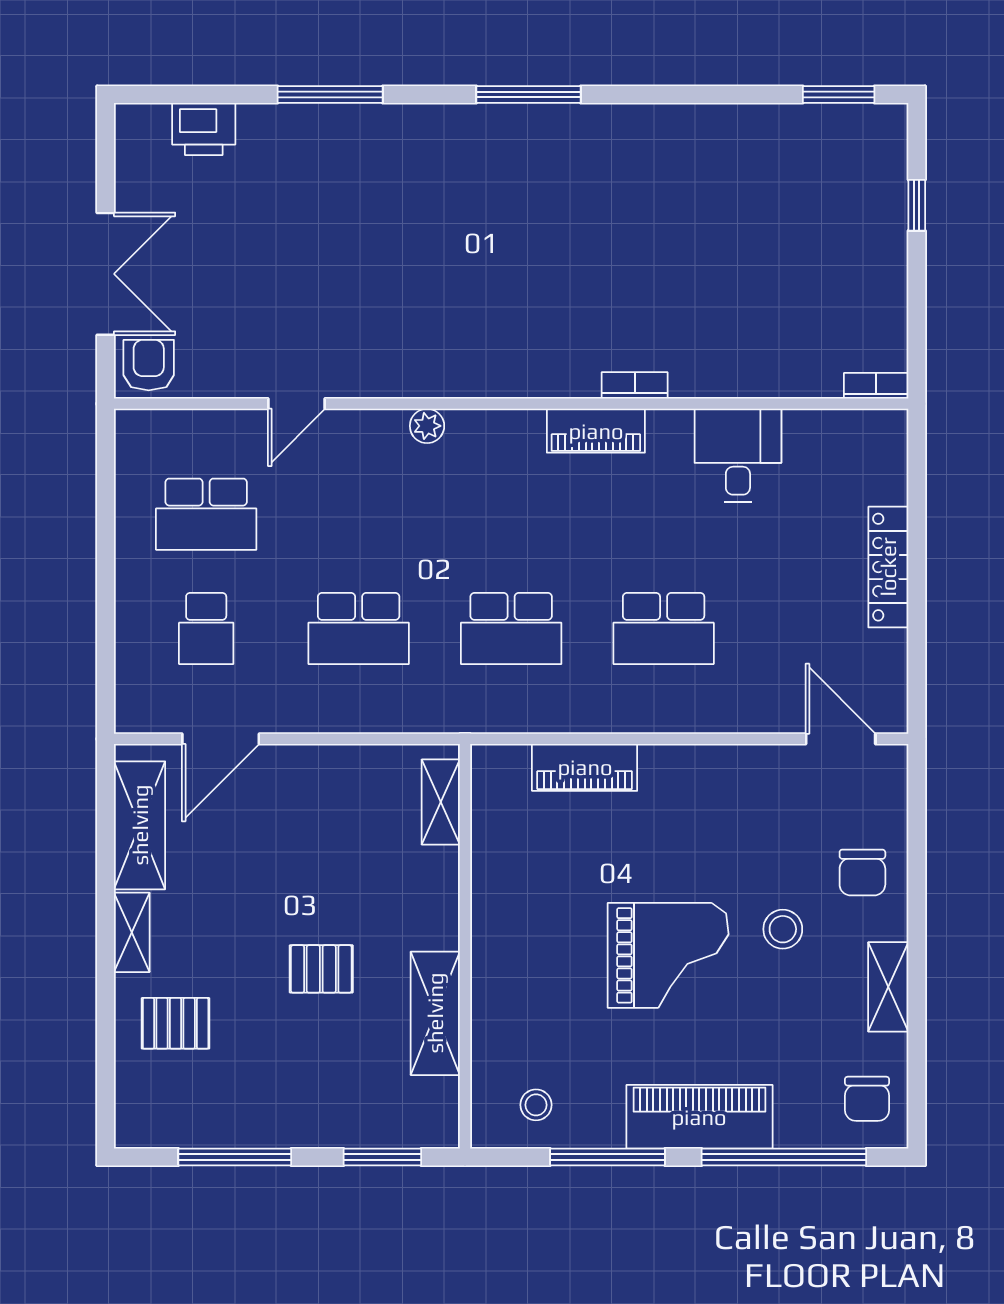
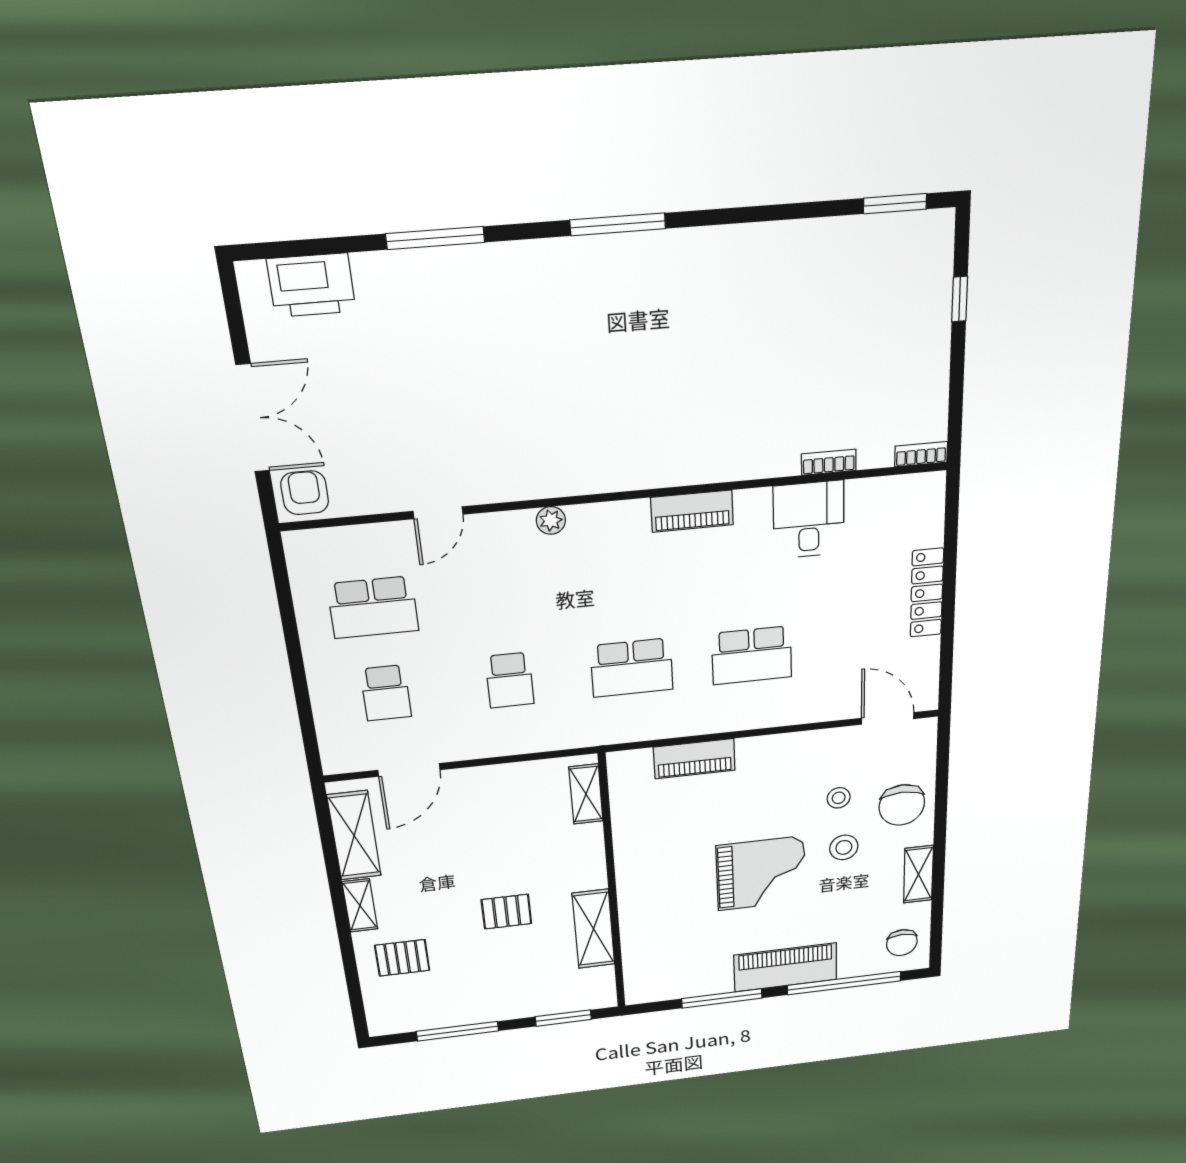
printer: (204, 129) -> (311, 285), width x1.37, depth x1.19
bookcase: (635, 385) -> (829, 462), moved
school desk: (359, 628) -> (510, 680), width x0.54
chair: (862, 873) -> (902, 805), width x1.37, depth x1.37
stool: (536, 1105) -> (839, 798), moved

